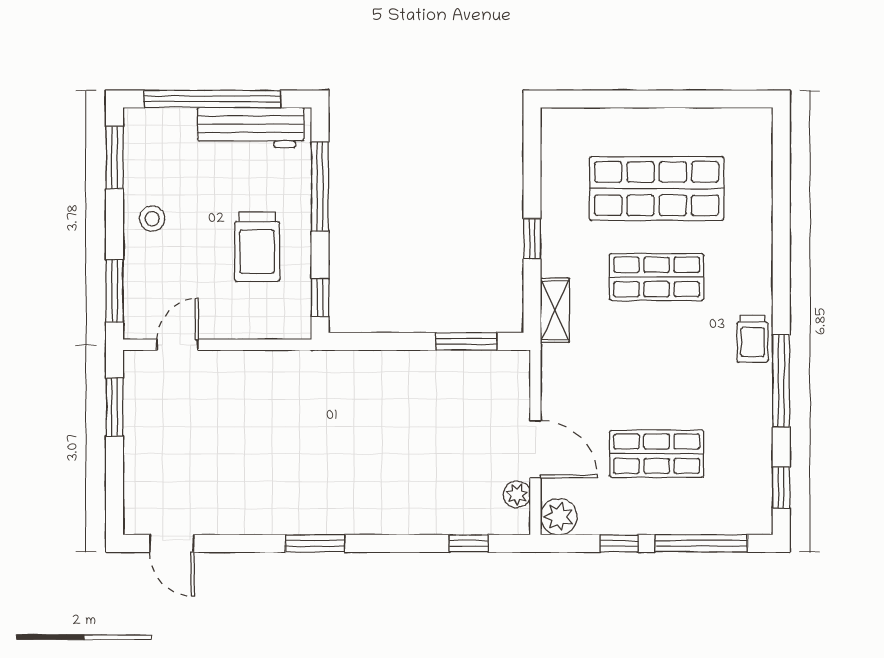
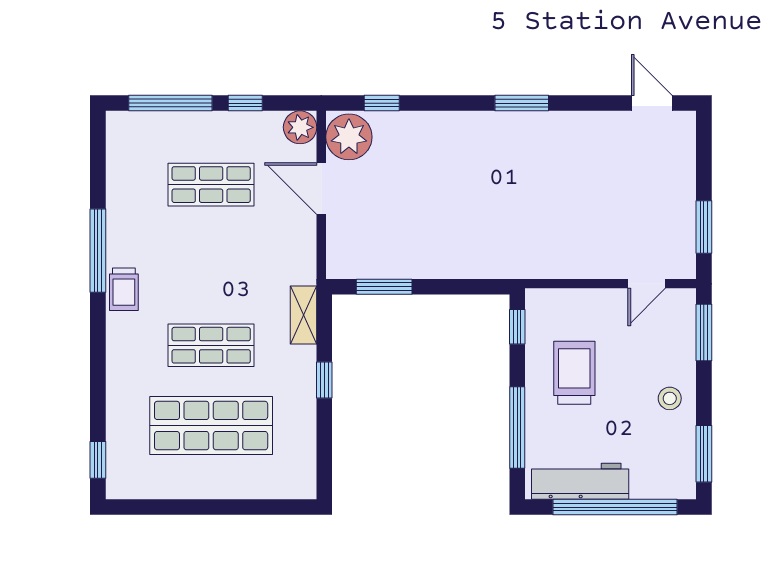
trolley: (753, 339) -> (124, 289), turned 180
window: (781, 488) -> (98, 460), moved
plant: (517, 494) -> (349, 137), width x1.87, depth x1.87

